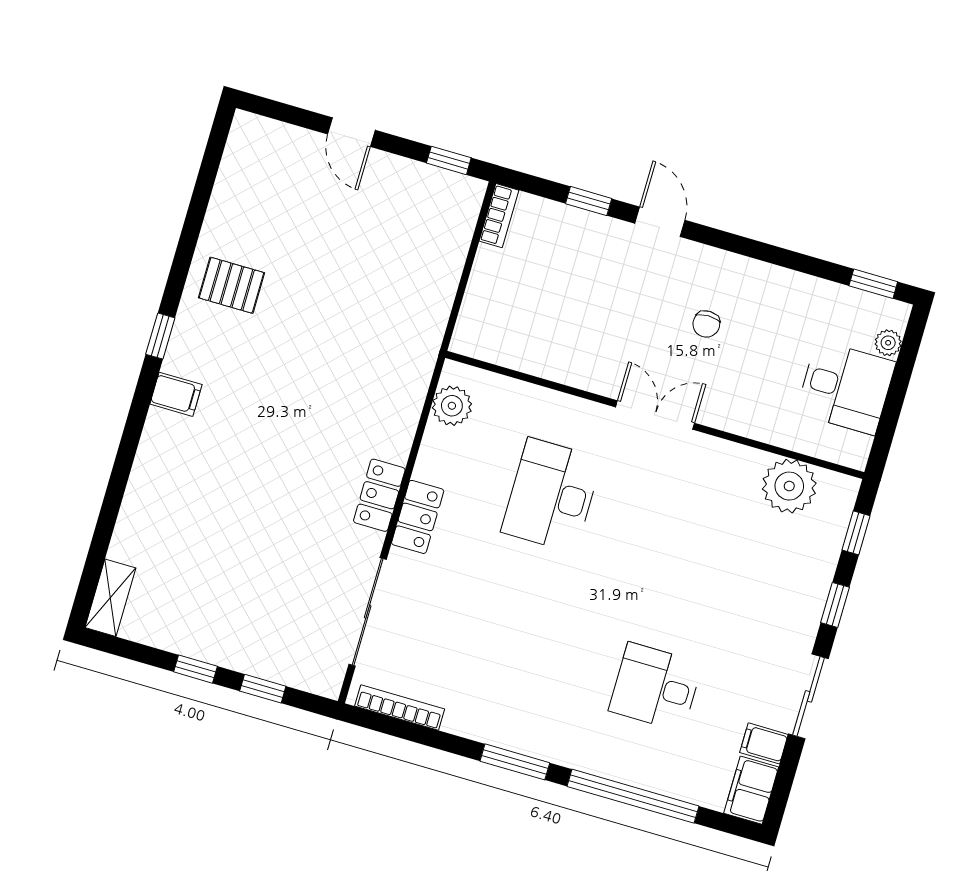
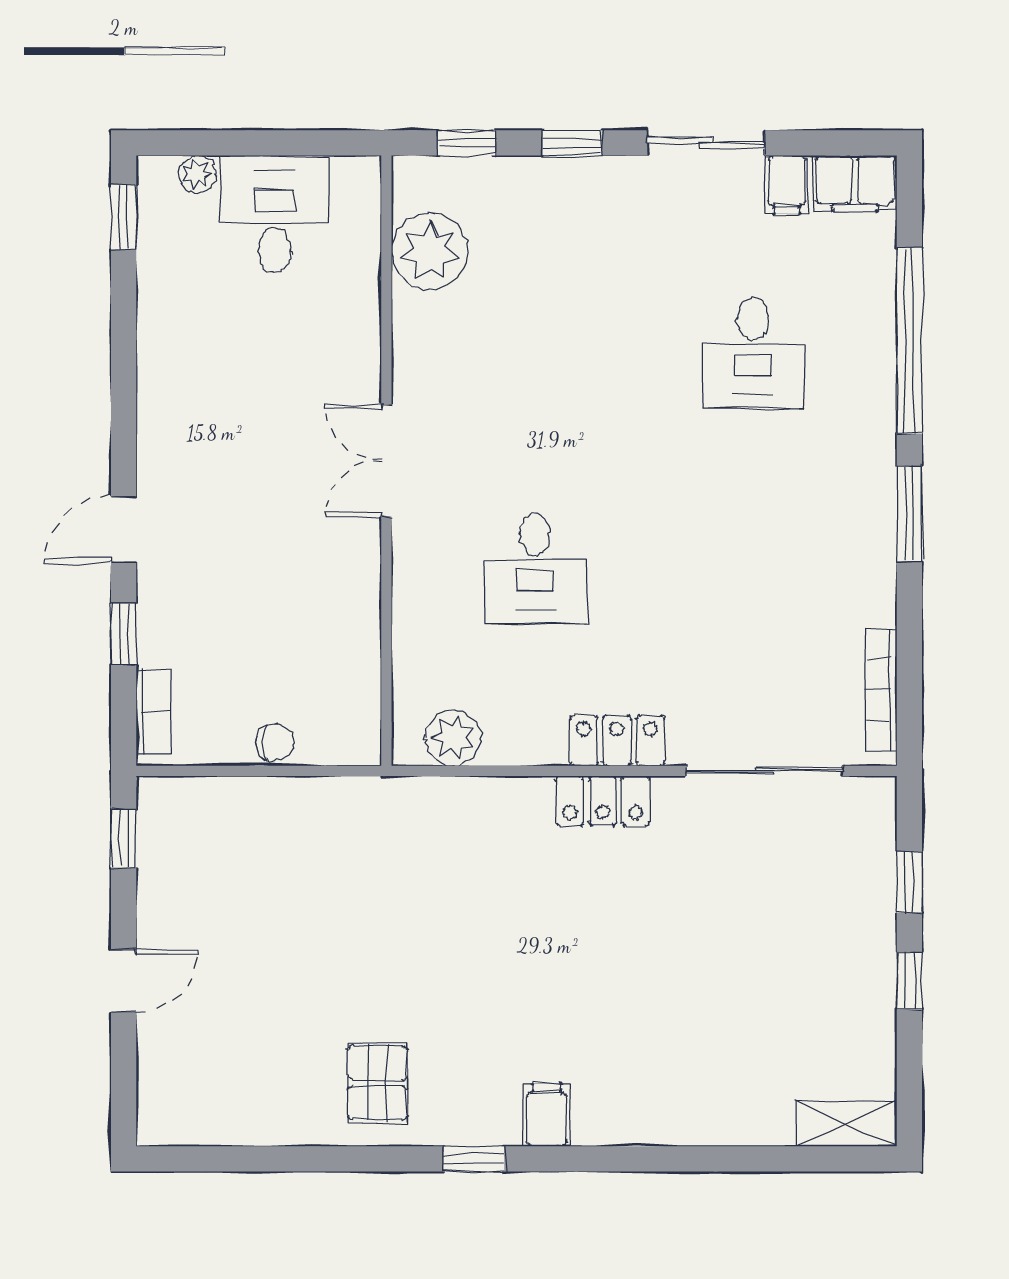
bookcase: (499, 216) -> (153, 712), moved, turned 90
chair: (706, 324) -> (275, 742), moved
desk: (552, 495) -> (535, 568), width x0.73

